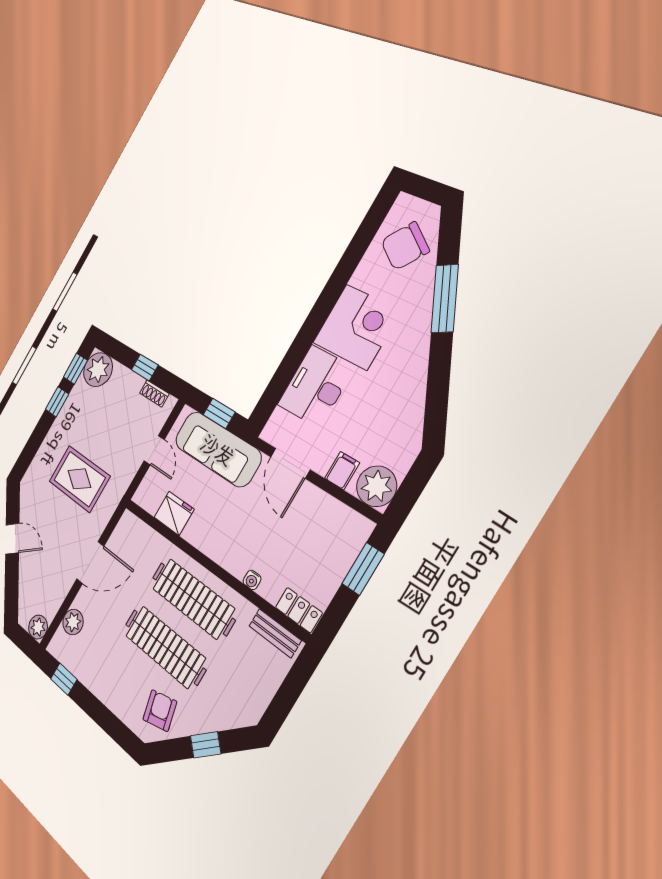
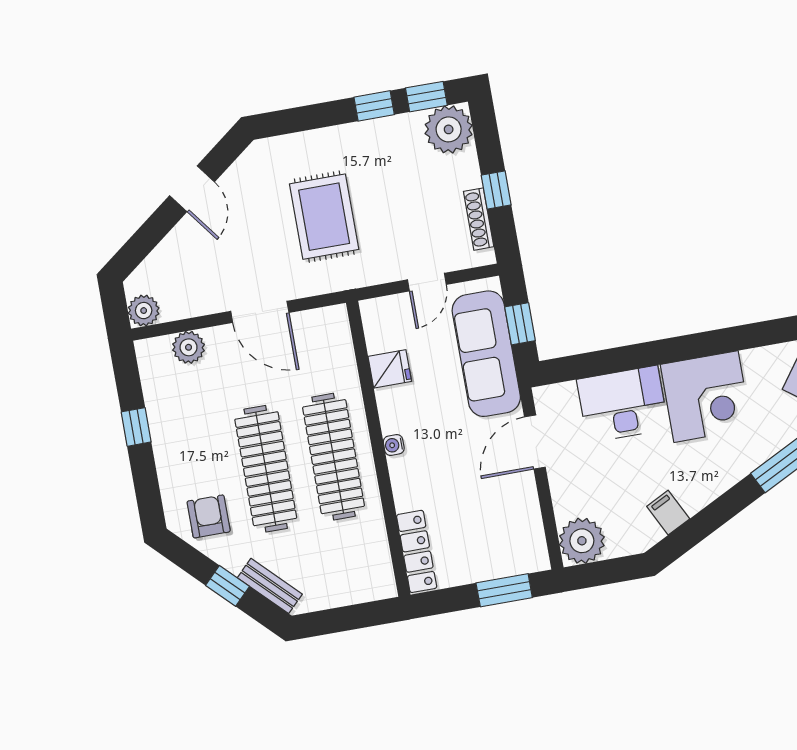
shoe rack: (154, 393) -> (479, 219), width x1.43
filing cabinet: (342, 471) -> (668, 513), moved, turned -117
fridge: (174, 513) -> (390, 369), width x0.72
water cooler: (252, 580) -> (394, 445), moved
locker: (299, 610) -> (417, 551), width x1.53
bench: (275, 633) -> (270, 586), moved, turned -45
window: (64, 679) -> (136, 427), moved
armchair: (160, 711) -> (209, 516), turned -75

